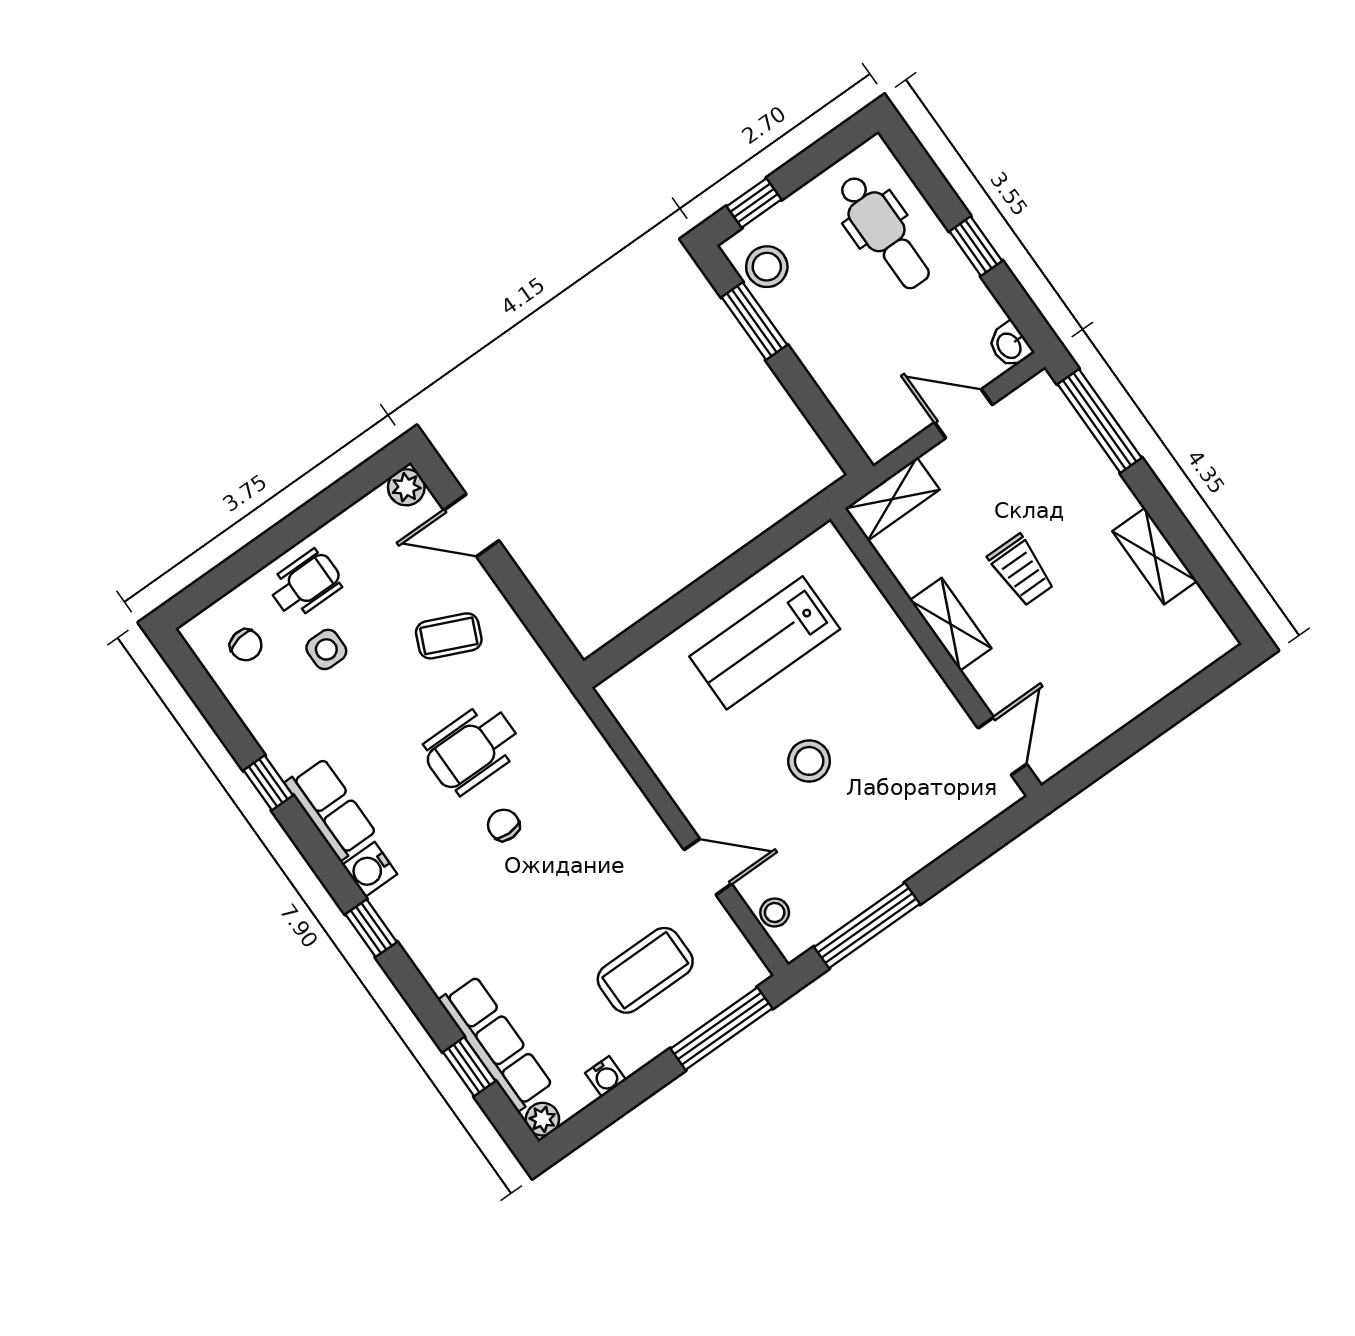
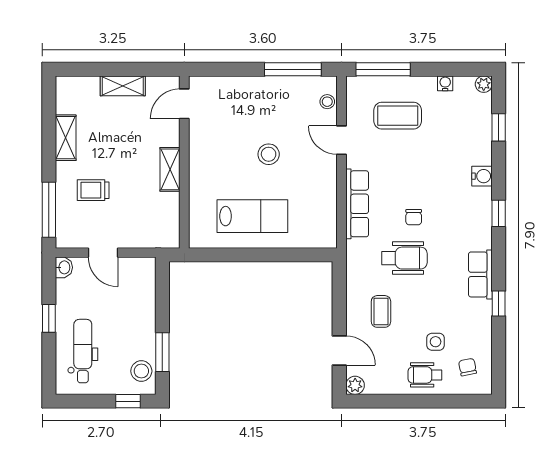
shelving: (892, 499) -> (123, 86), moved
trolley: (1021, 570) -> (93, 190), moved, turned -90
coffee table: (449, 636) -> (381, 311), turned 66
water cooler: (370, 869) -> (482, 176), moved
row of seats: (496, 1043) -> (357, 204), moved, turned 180

